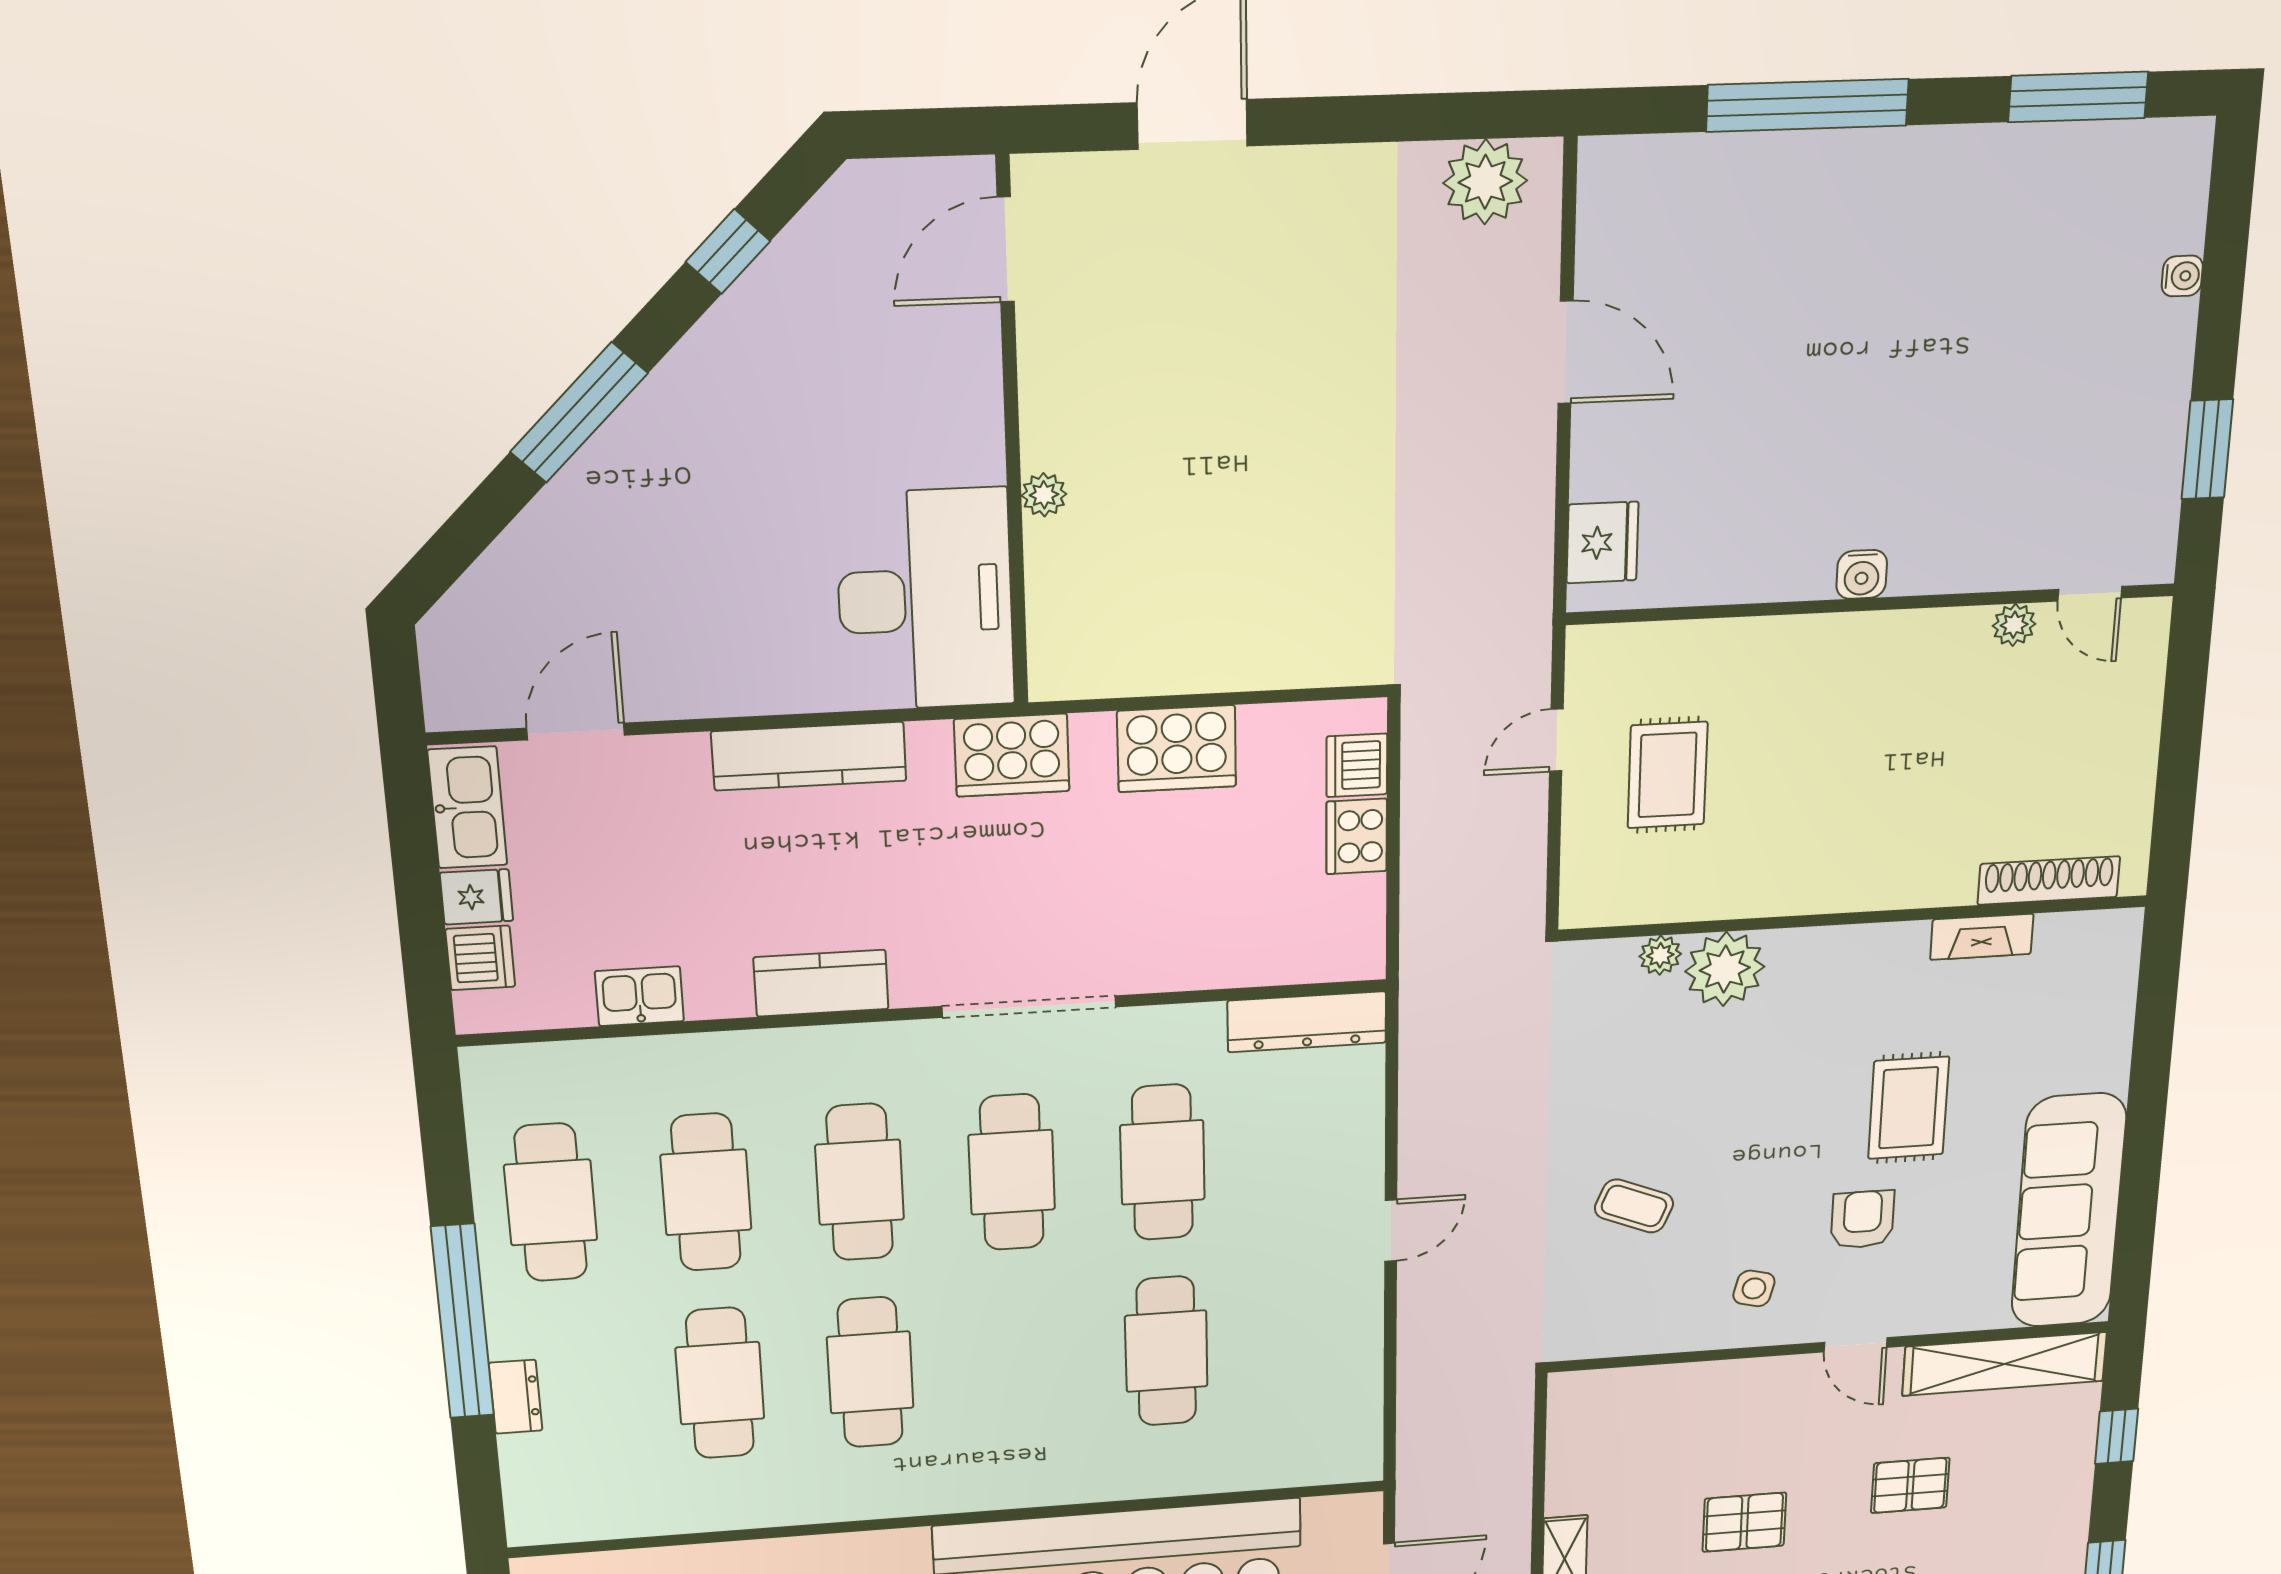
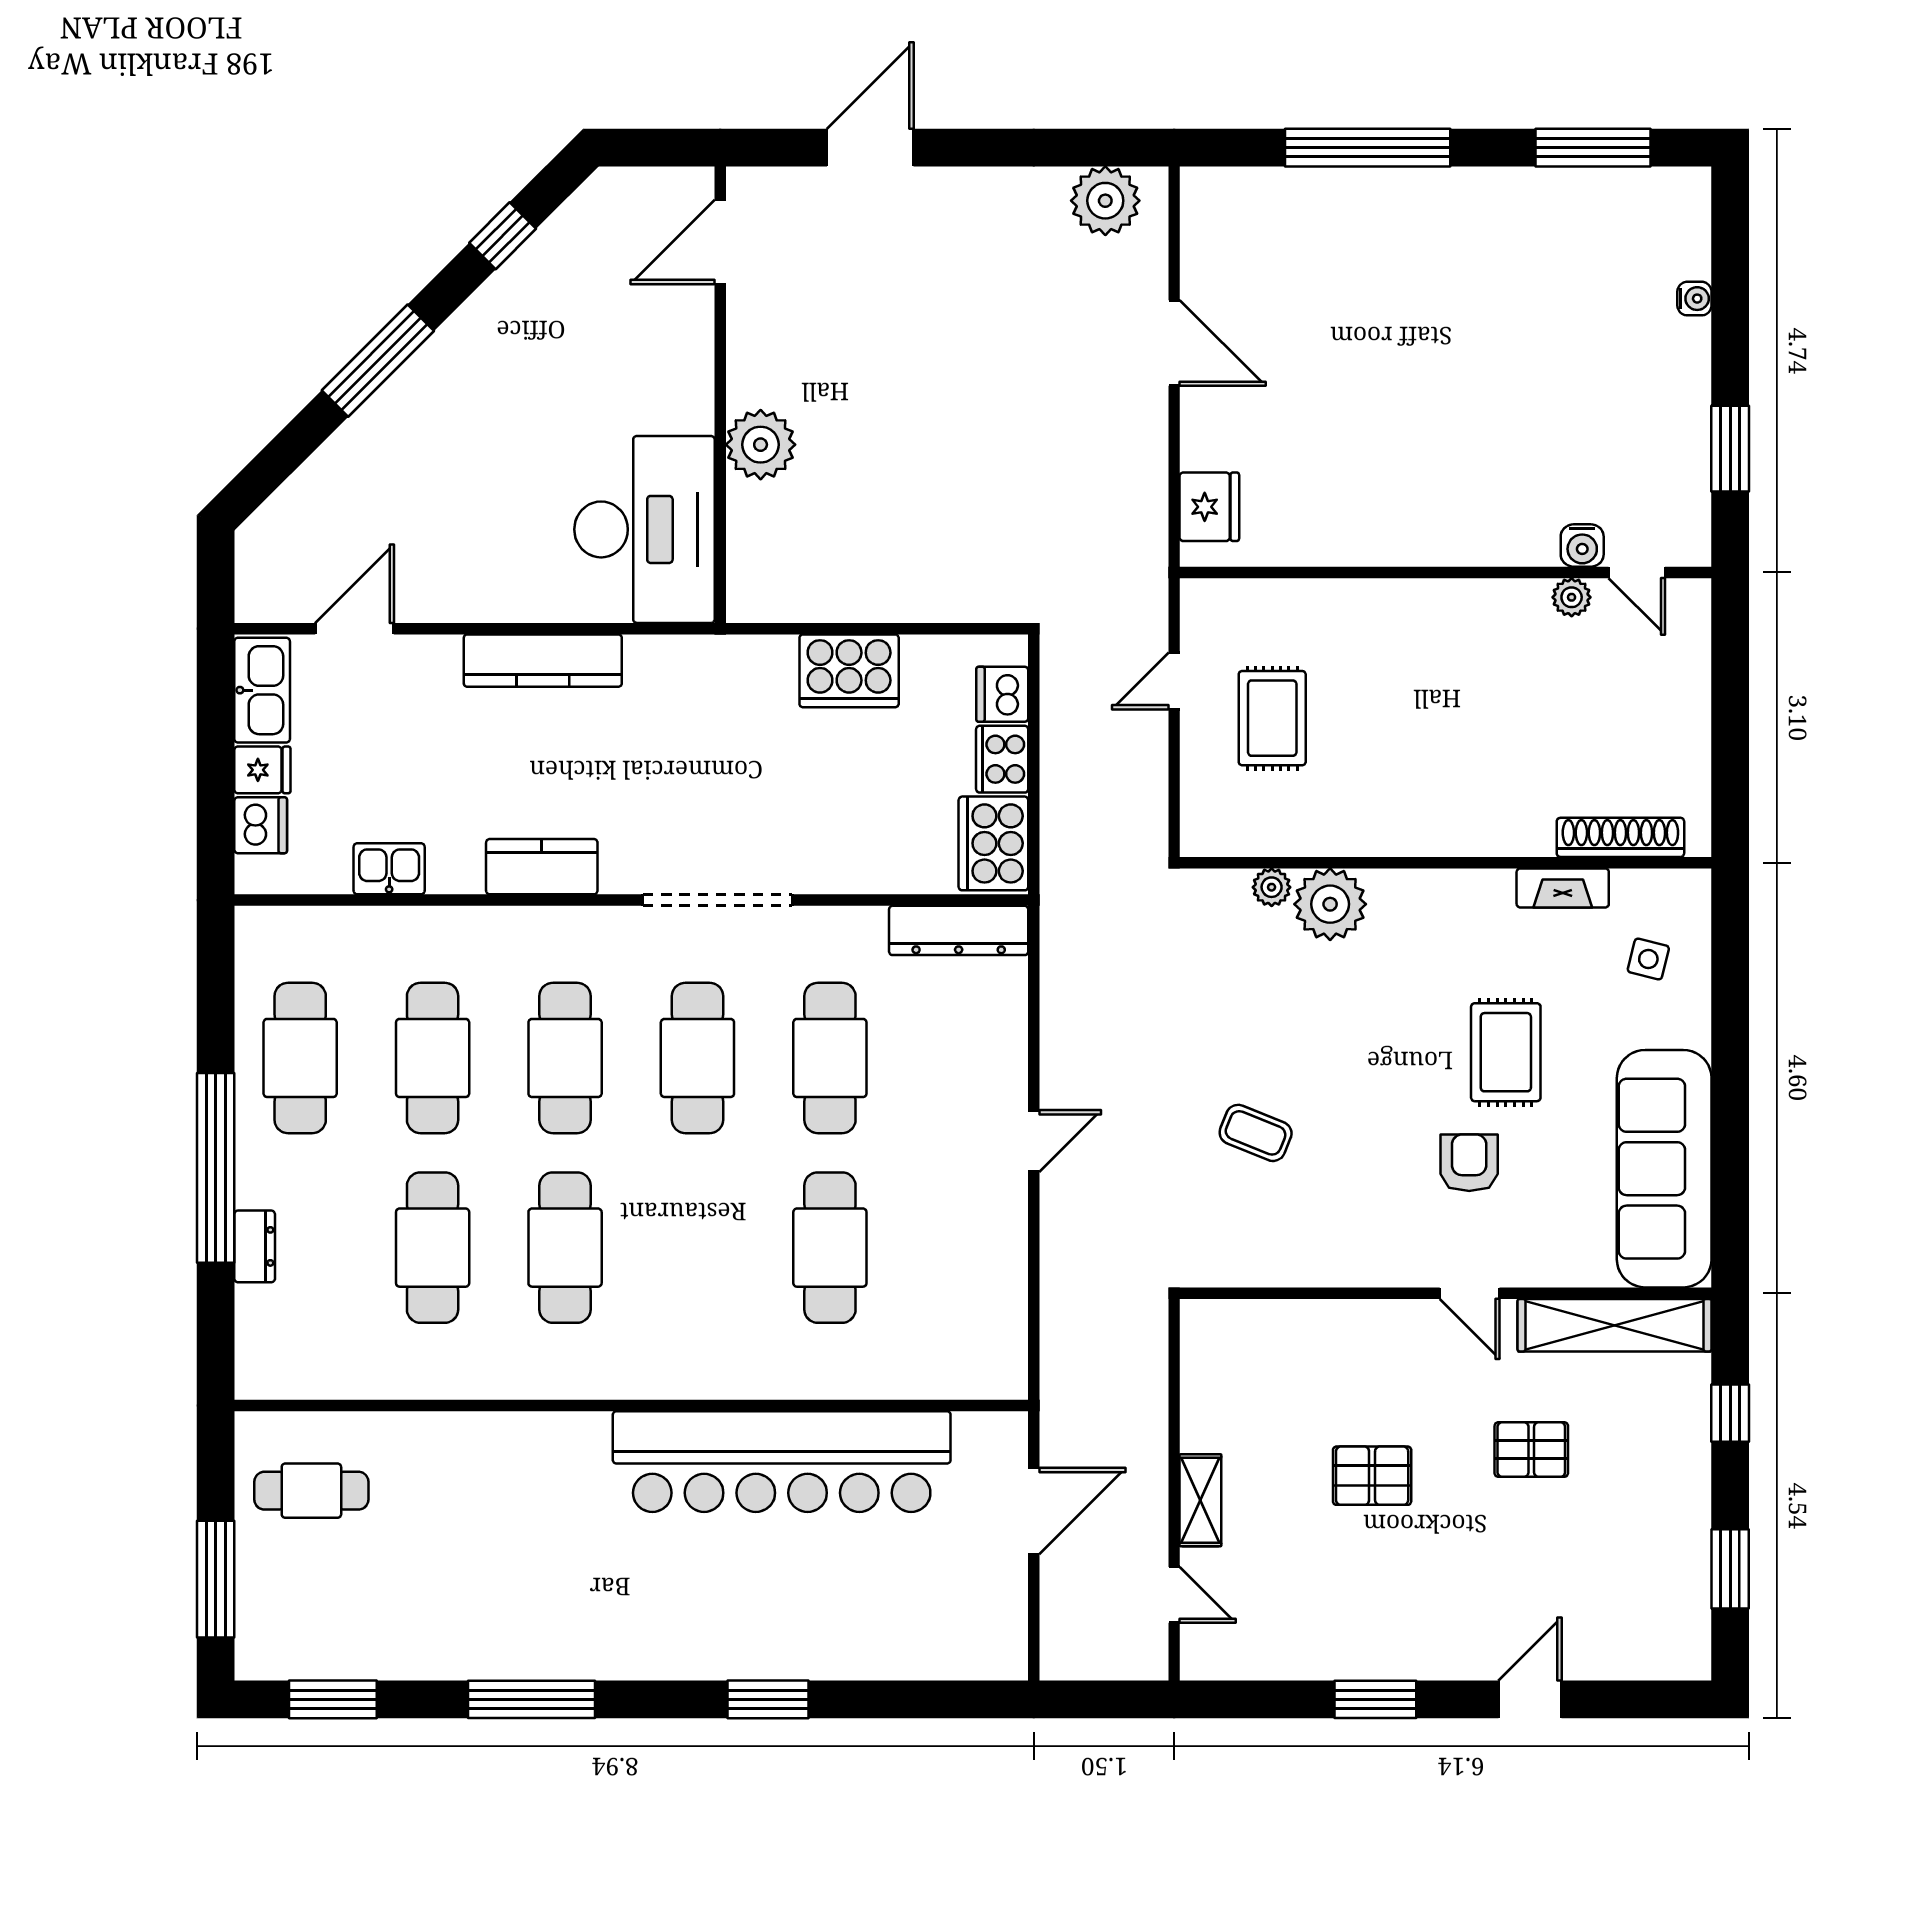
plant: (1044, 495) -> (761, 445), width x1.87, depth x1.87
water cooler: (1862, 574) -> (1582, 546), moved
cooker: (1012, 755) -> (993, 843), moved, turned 90
side table: (1754, 1288) -> (1648, 959), moved

